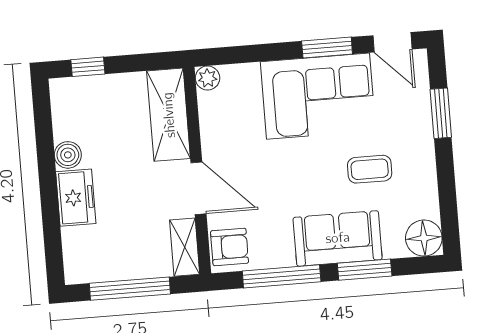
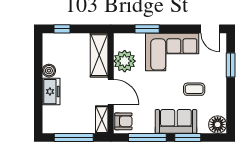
window: (327, 48) -> (147, 29), moved
plant: (208, 78) -> (125, 61), moved, width x1.87, depth x1.87

